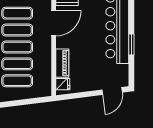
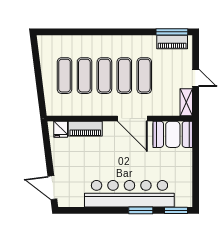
window: (131, 45) -> (141, 210), moved

